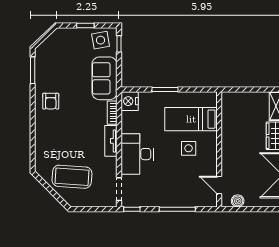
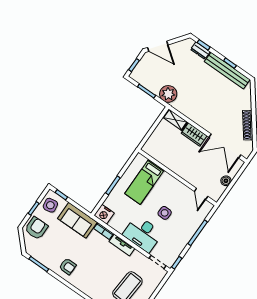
armchair: (67, 42) -> (36, 228), added
side table: (189, 148) -> (165, 213), moved
door: (219, 185) -> (201, 194), hinge flipped
boiler: (238, 201) -> (226, 181), moved

